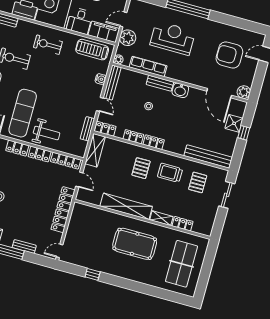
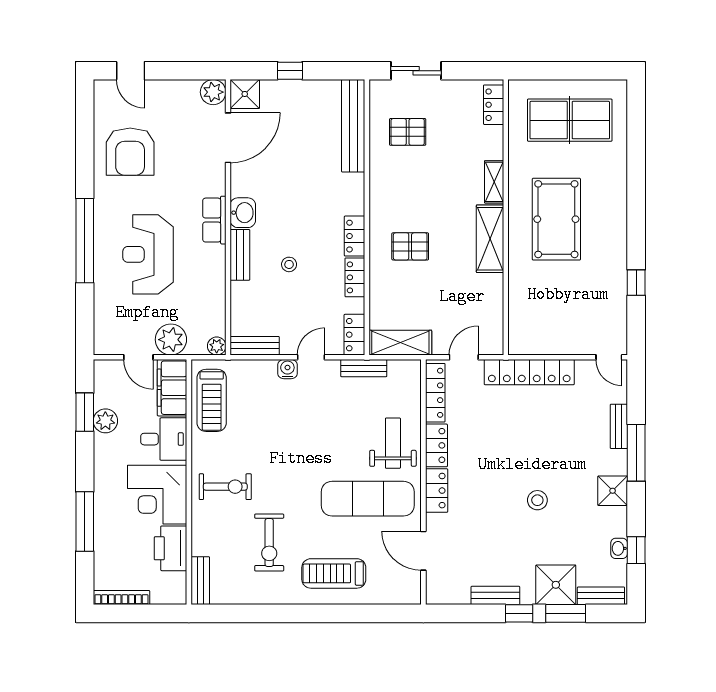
exercise bike: (48, 45) -> (225, 487), turned -90
armchair: (229, 55) -> (130, 152), moved
row of seats: (148, 66) -> (214, 220), moved, width x0.68
water cooler: (101, 79) -> (287, 369), moved
bench: (112, 83) -> (255, 346), width x0.73
shower: (234, 123) -> (245, 94), moved
trolley: (170, 173) -> (404, 189), removed
shelving: (126, 206) -> (490, 239), width x0.68
locker: (183, 224) -> (494, 105), moved

